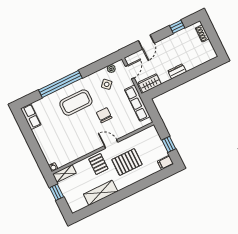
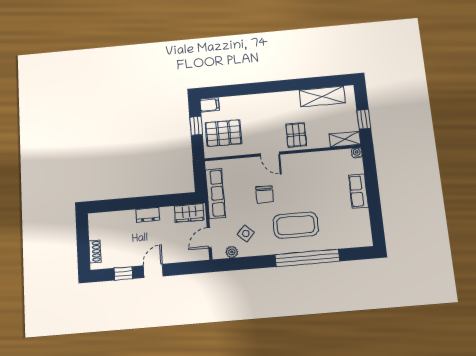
door: (146, 42) -> (153, 271), moved
row of seats: (31, 117) -> (358, 191), moved
pallet: (127, 162) -> (223, 133), moved
shelving: (101, 193) -> (322, 97), moved

